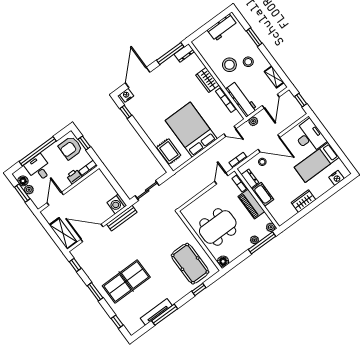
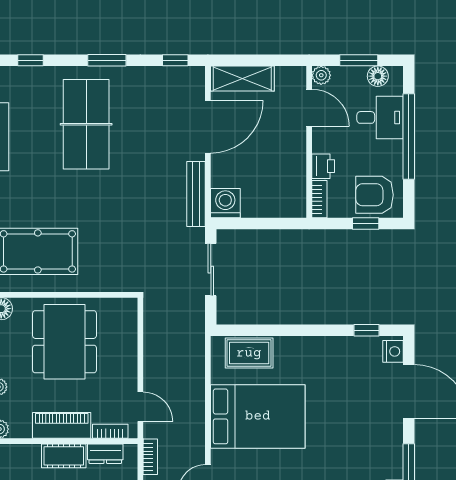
armchair: (70, 148) -> (375, 195), turned -90
plant: (29, 190) -> (321, 75), moved

